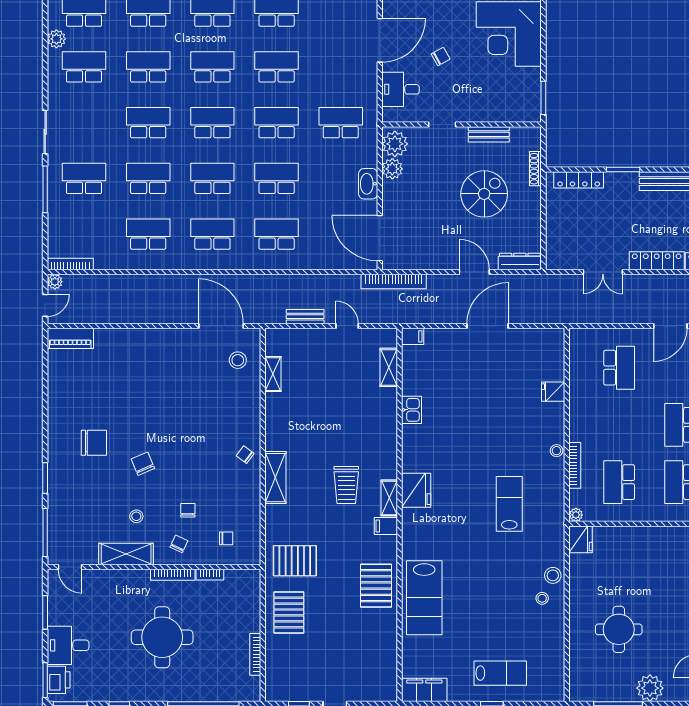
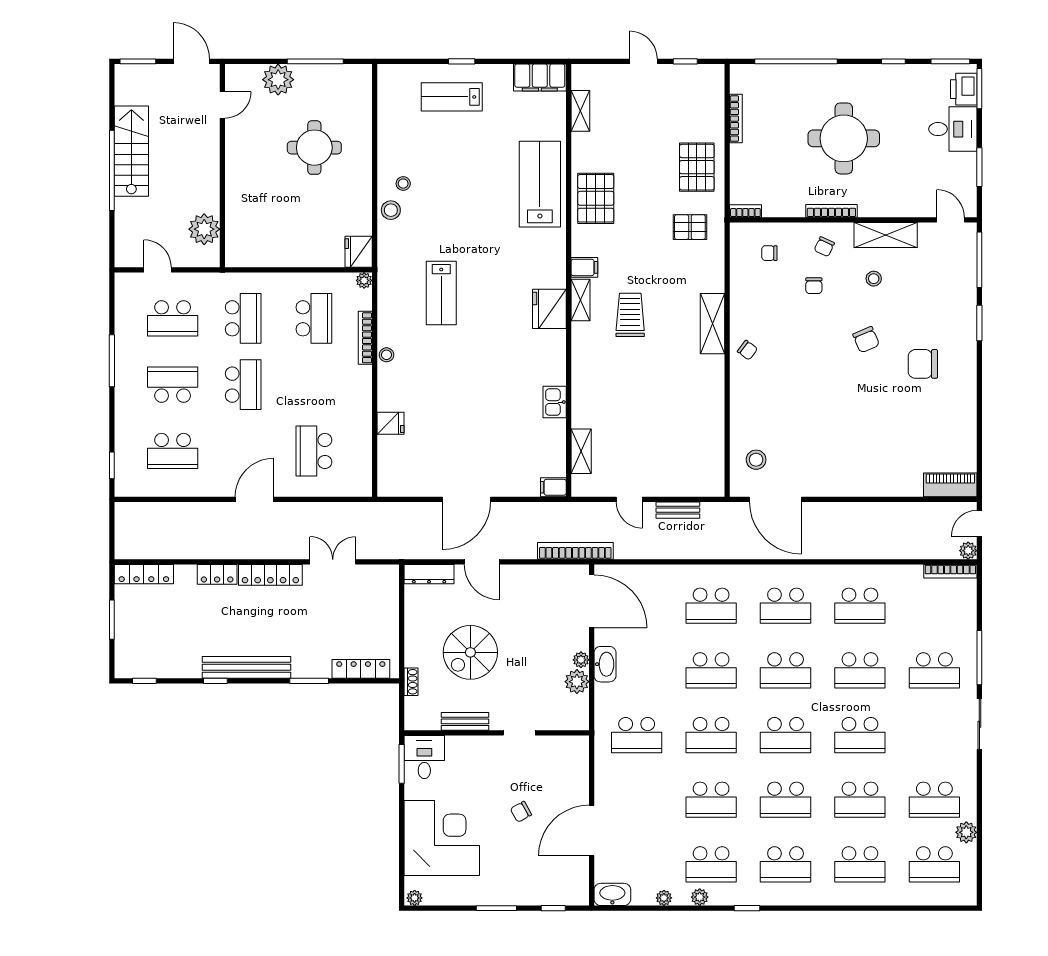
desk: (400, 89) -> (424, 757), moved, turned -90
plant: (395, 144) -> (581, 660), moved, width x0.53, depth x0.53
shoe rack: (535, 169) -> (411, 682), width x0.70
shelving: (273, 374) -> (580, 111), moved
pallet: (295, 561) -> (690, 227), width x0.67, depth x0.71
bookcase: (210, 575) -> (745, 211), moved

